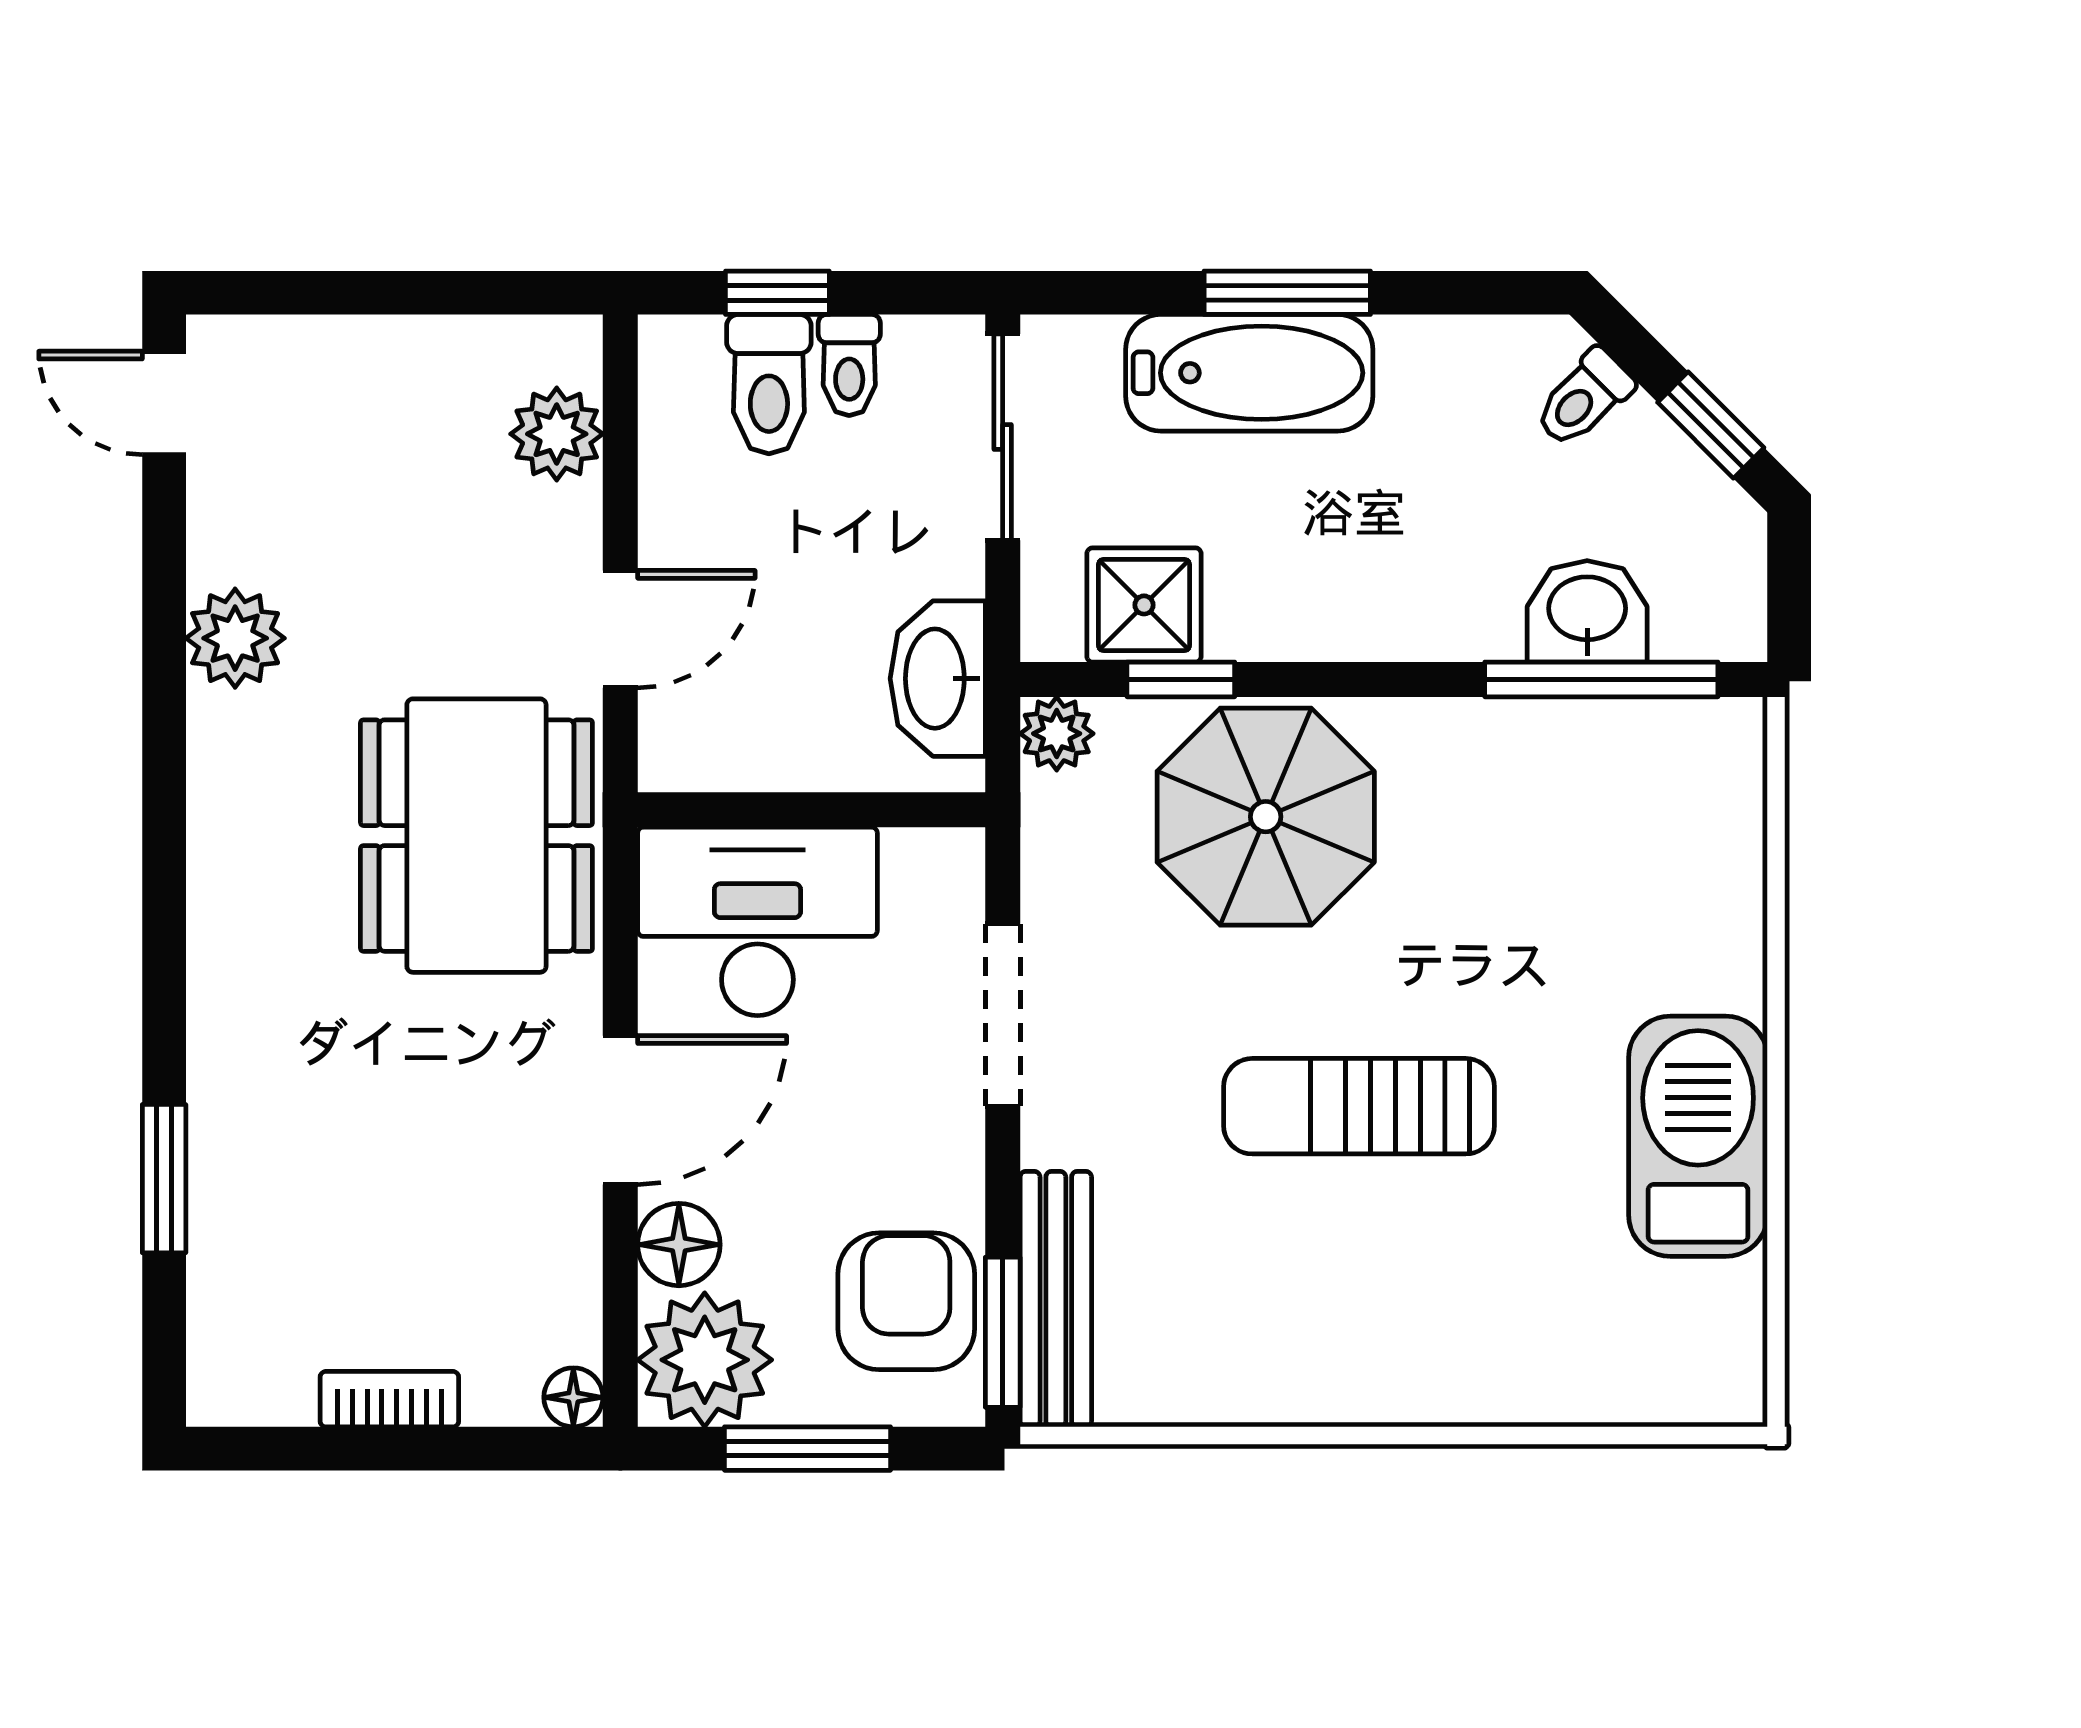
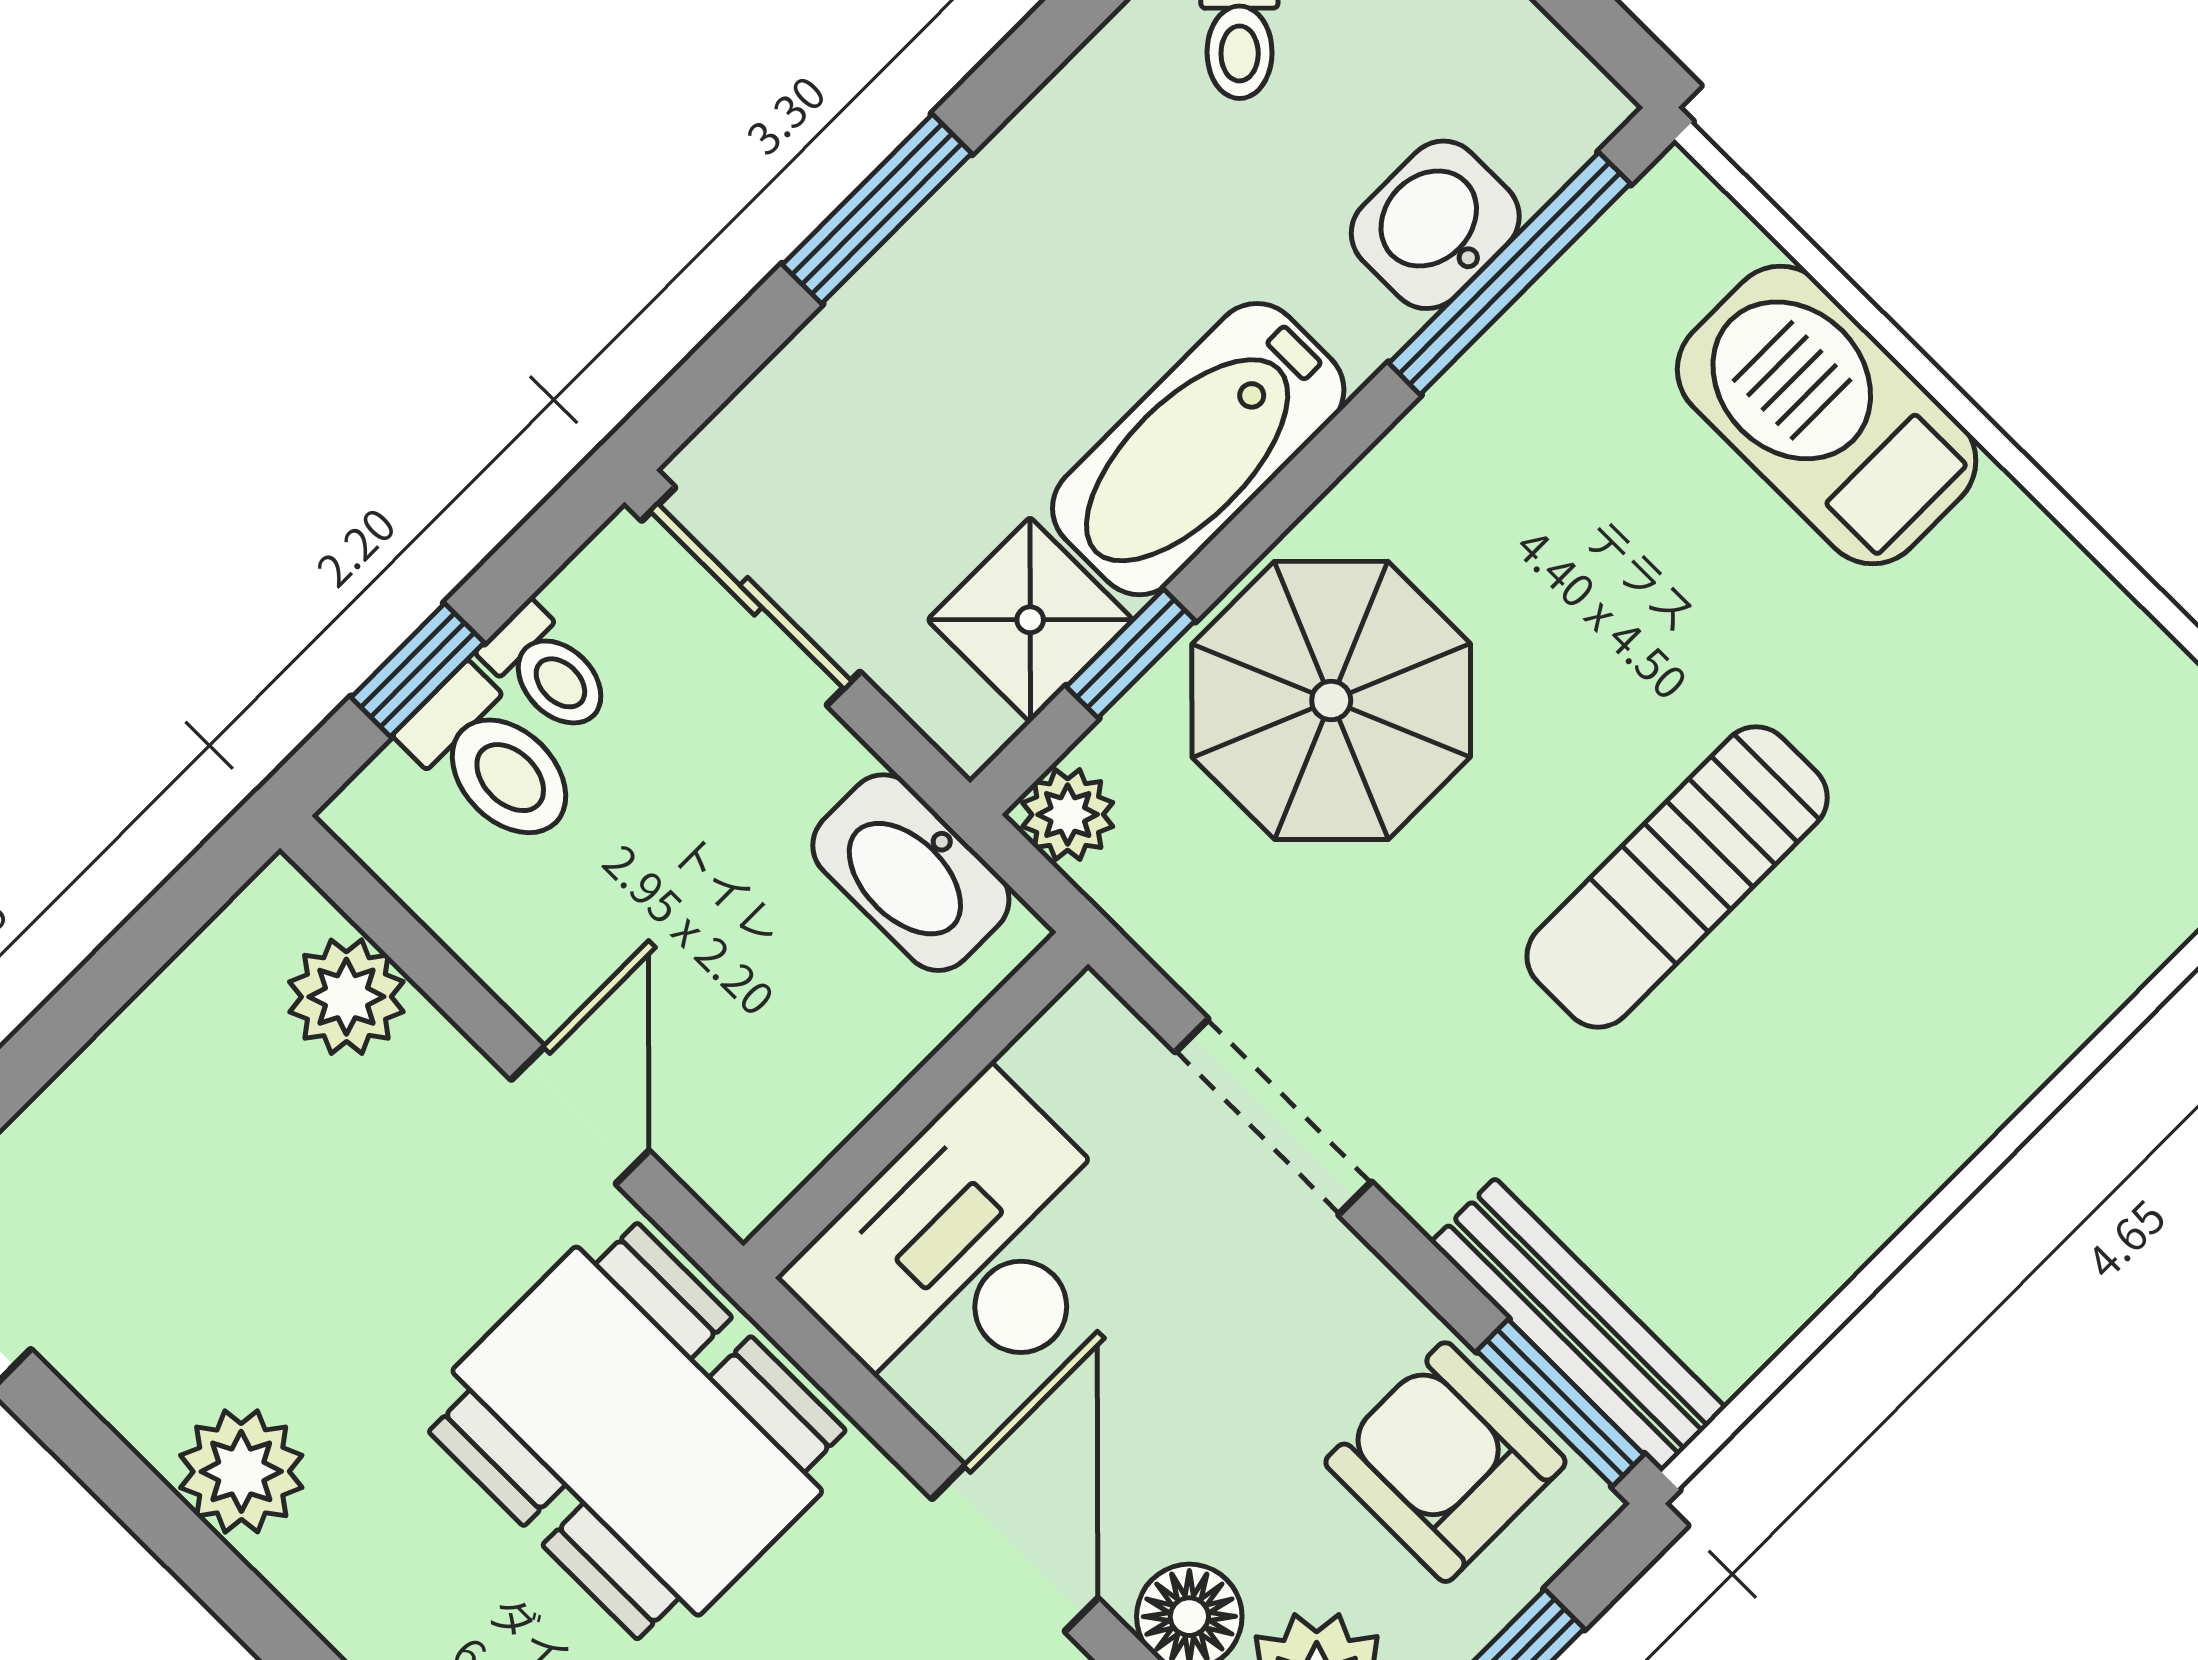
bathtub: (1249, 373) -> (1198, 449), moved, turned 180
barbecue: (1698, 1136) -> (1827, 415), moved

